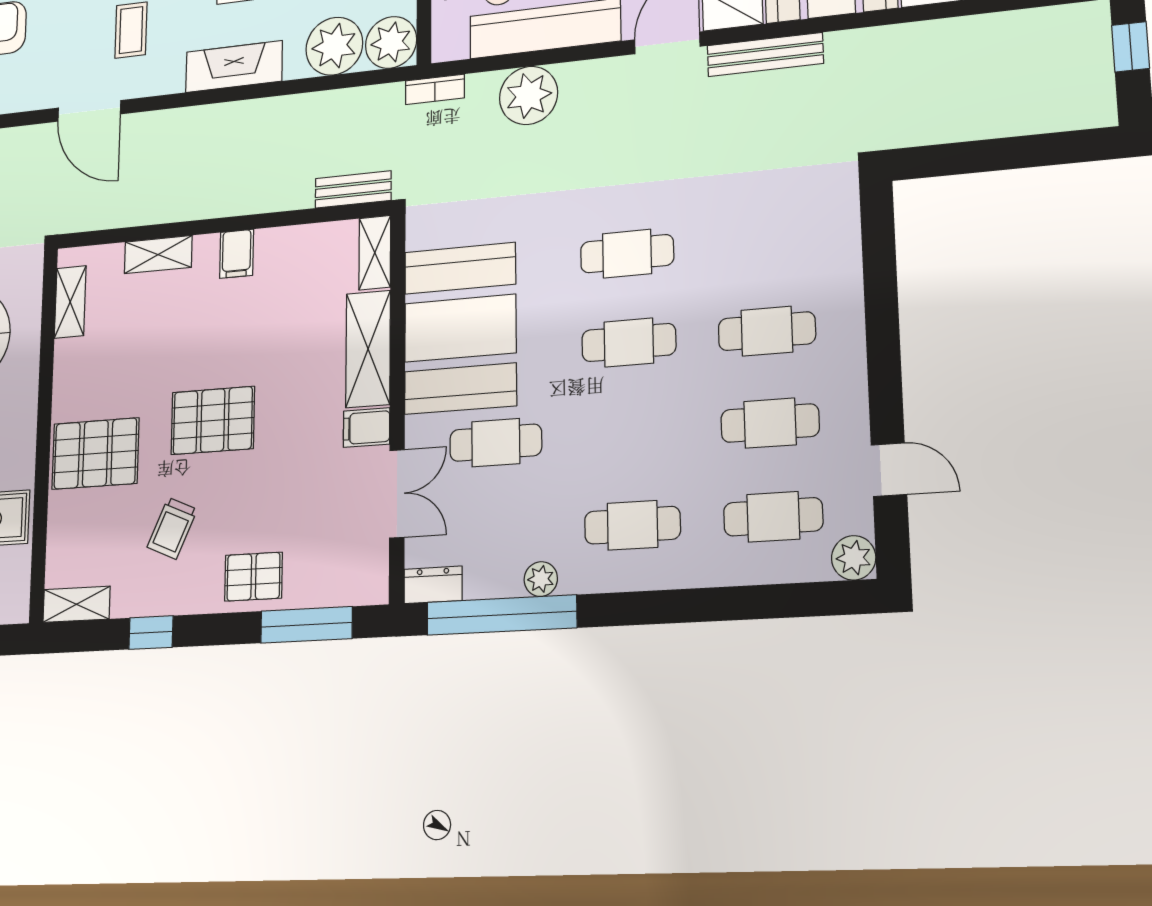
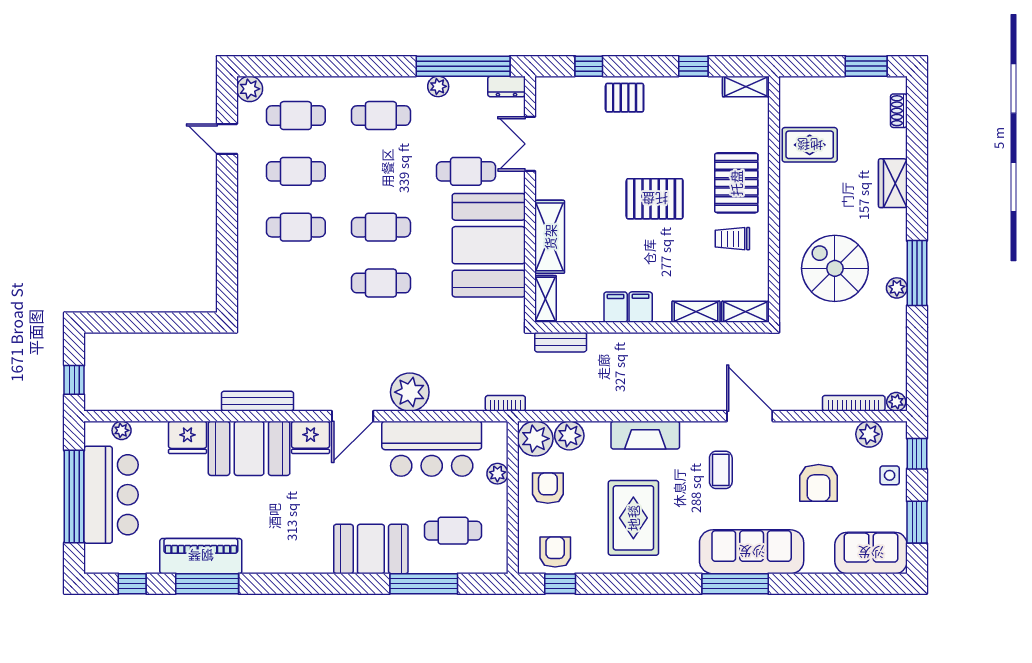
plant: (334, 46) -> (569, 436), width x0.73, depth x0.73
bench: (765, 55) -> (257, 401), moved
plant: (529, 95) -> (410, 392), moved
shelving: (70, 302) -> (745, 312), moved, turned 90
filing cabinet: (366, 428) -> (616, 307), moved, turned -90
pallet: (95, 454) -> (736, 183), turned 90
trolley: (172, 528) -> (732, 239), moved, turned -114
window: (306, 625) -> (589, 66), width x0.46

